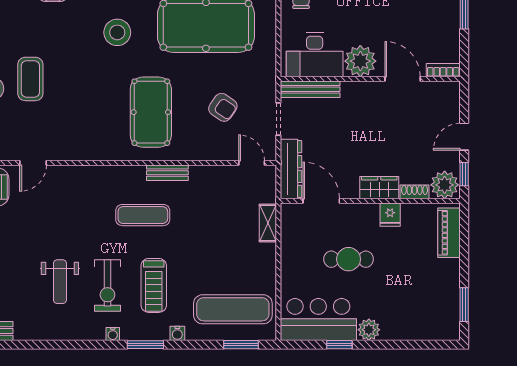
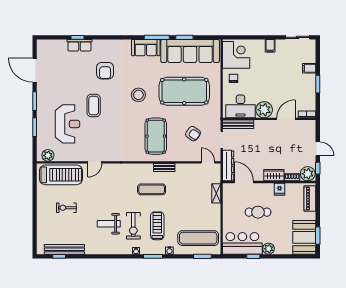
coffee table: (30, 79) -> (94, 105), moved
door: (403, 79) -> (286, 119), hinge flipped
door: (464, 137) -> (318, 149), swing flipped
weight bench: (60, 282) -> (109, 224), turned 90
treadmill: (154, 285) -> (157, 226), turned 180
booth: (438, 308) -> (304, 237), added

